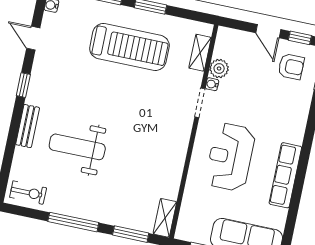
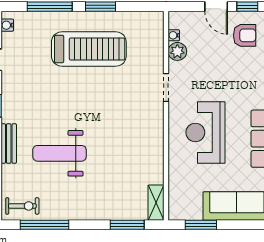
shelving: (200, 53) -> (156, 40), removed
water cooler: (212, 84) -> (174, 35), moved
window: (73, 222) -> (45, 225), moved

